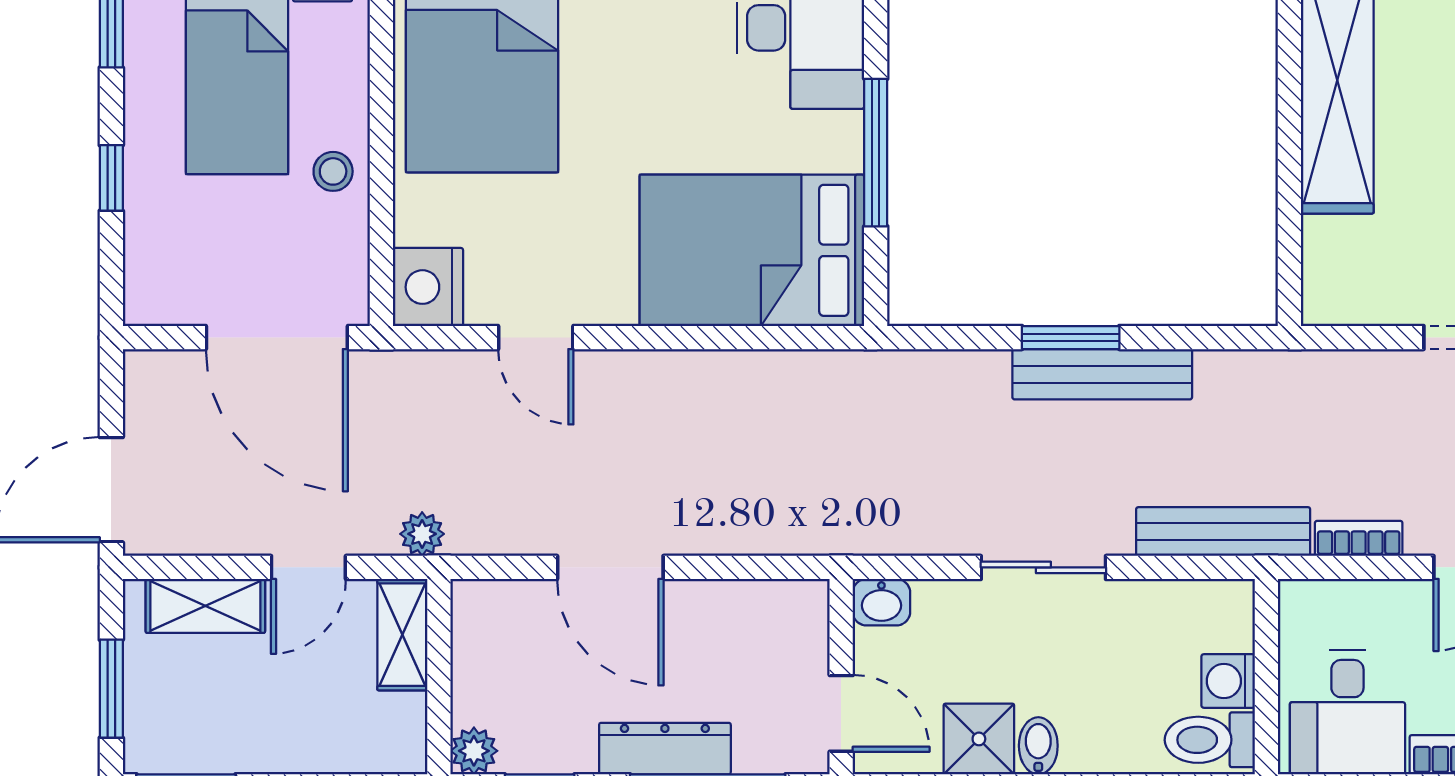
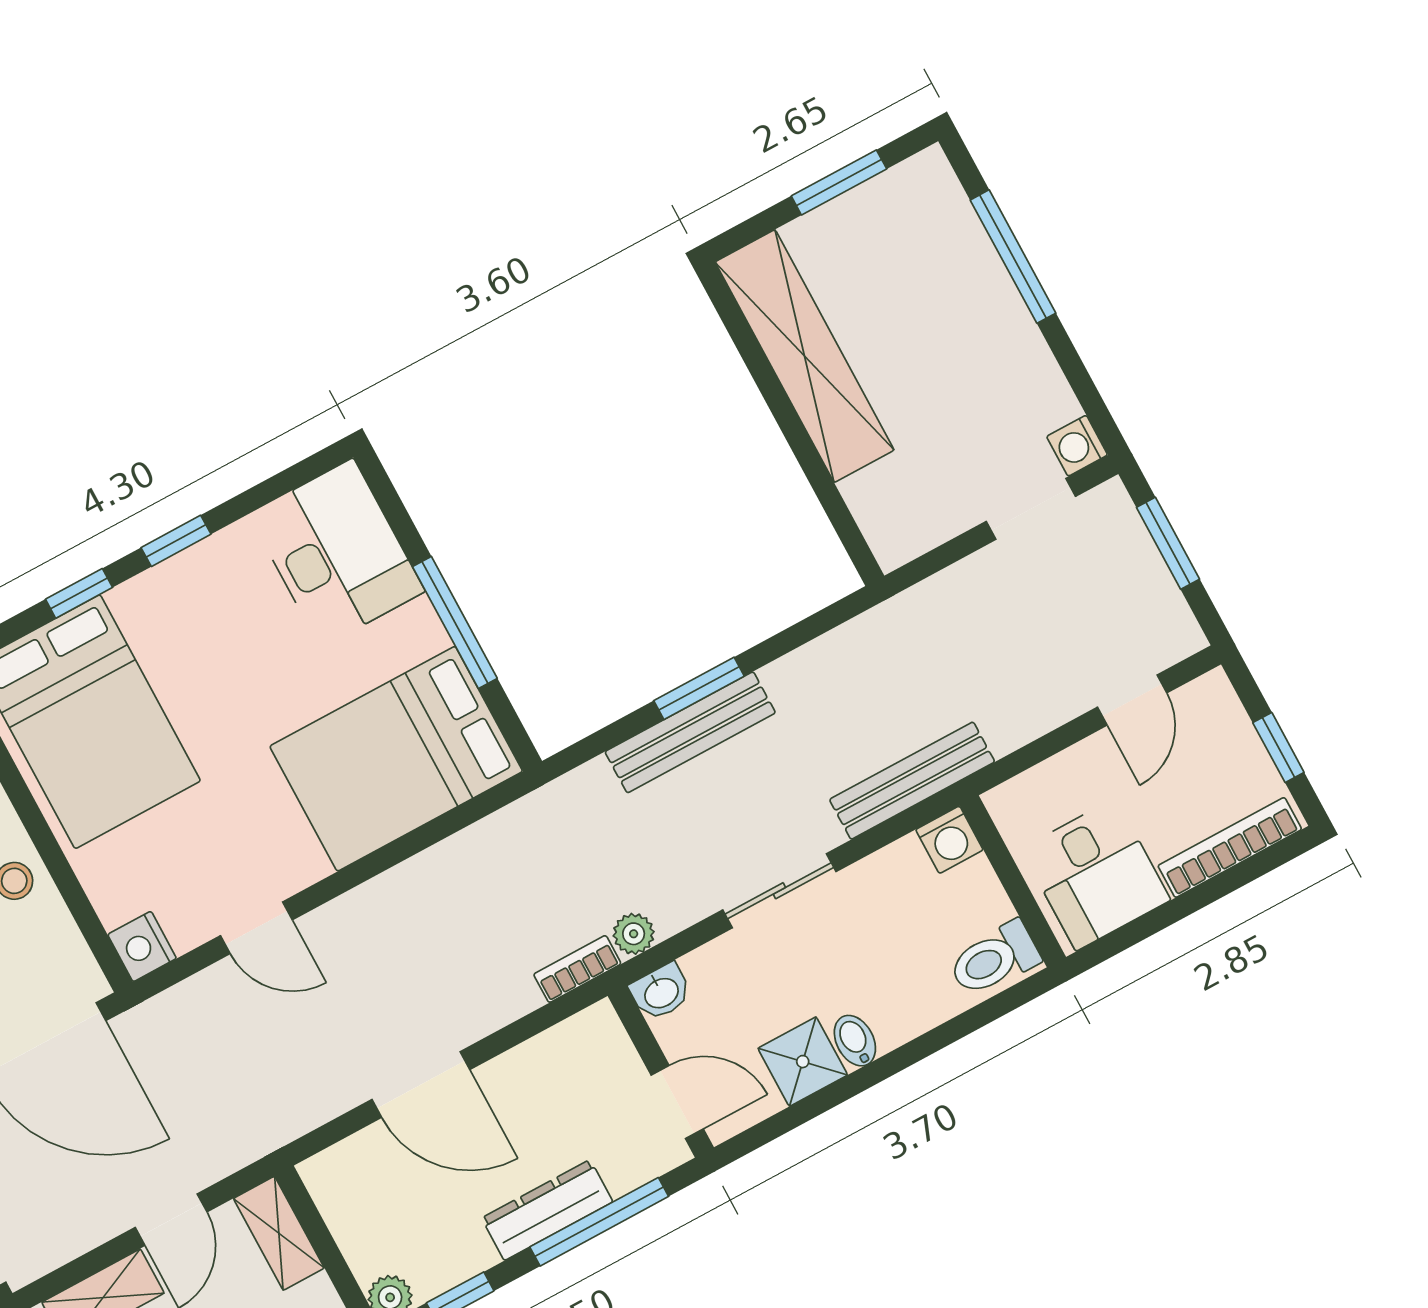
nightstand: (428, 287) -> (142, 946), width x0.74, depth x0.75
bench: (1102, 374) -> (690, 732), moved
plant: (422, 534) -> (634, 934), moved
bookcase: (1359, 538) -> (577, 969), moved
washing machine: (1228, 681) -> (949, 840), moved, turned -90

